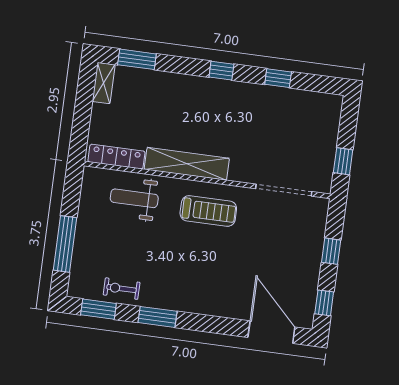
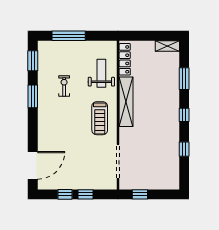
window: (137, 59) -> (184, 79), moved
exercise bike: (122, 289) -> (64, 86), moved
window: (324, 303) -> (65, 194), moved

